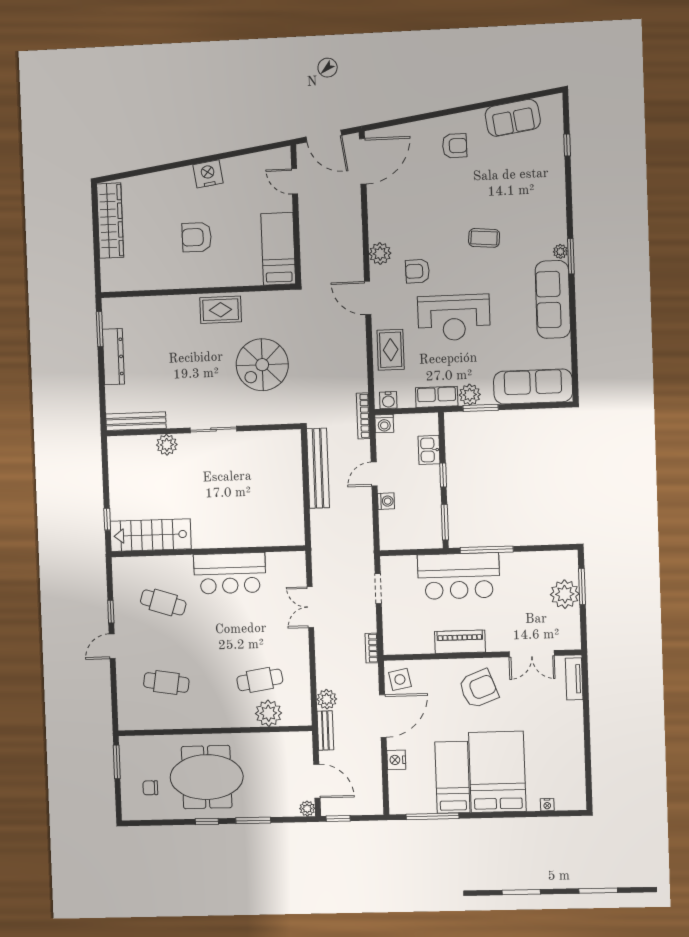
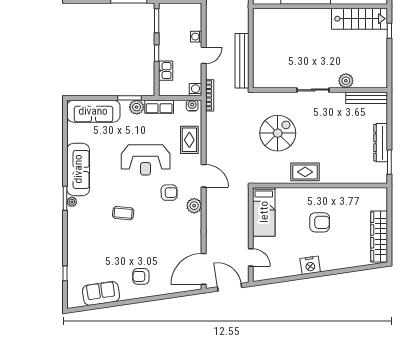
reception desk: (454, 318) -> (146, 160), turned 180

